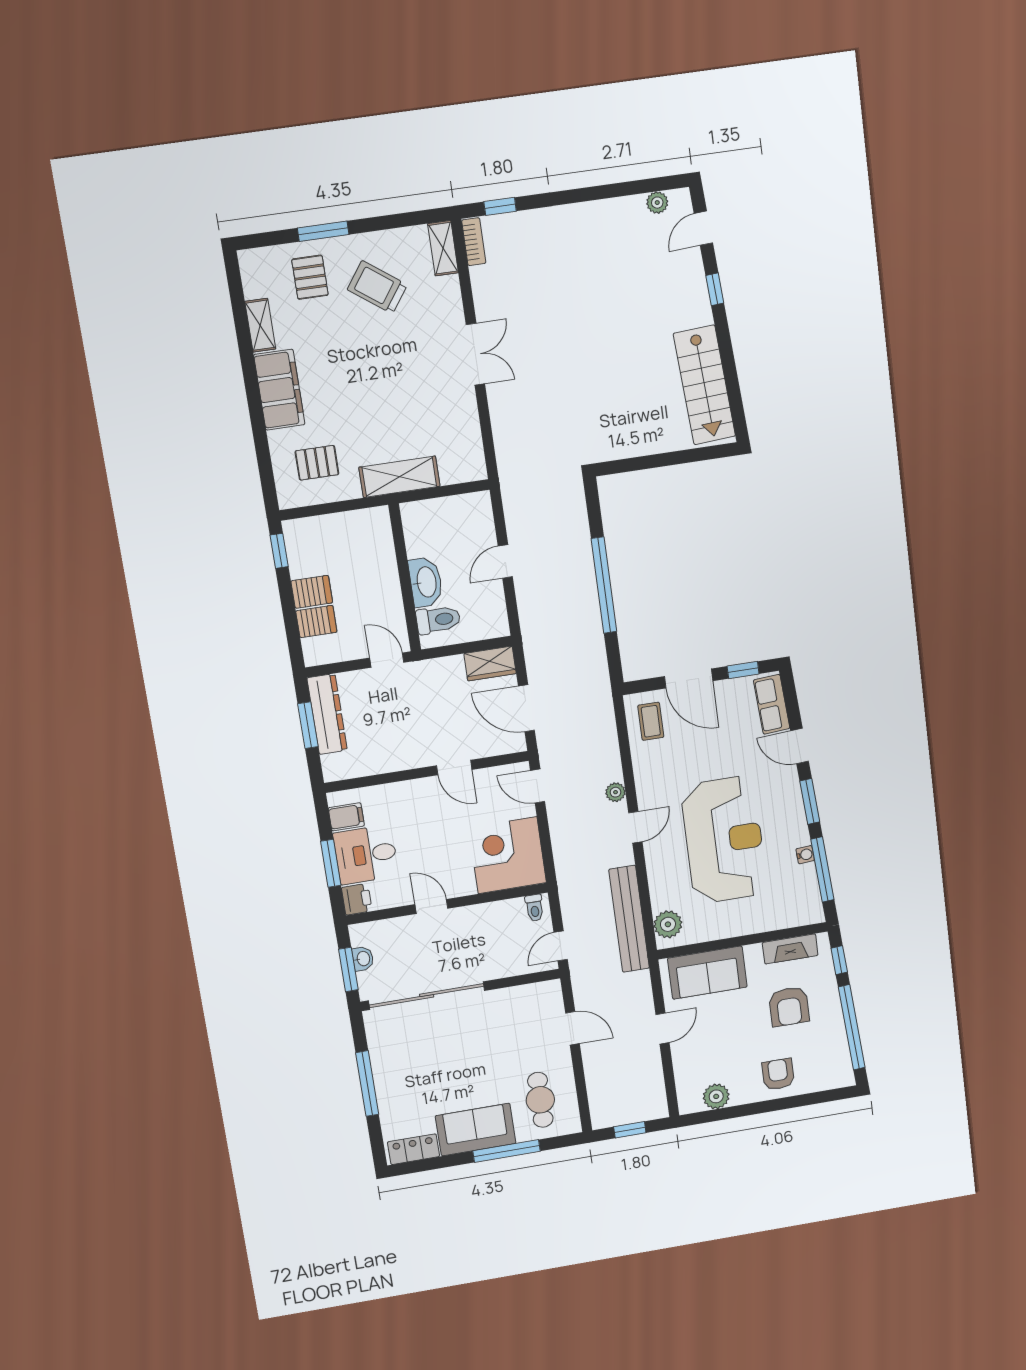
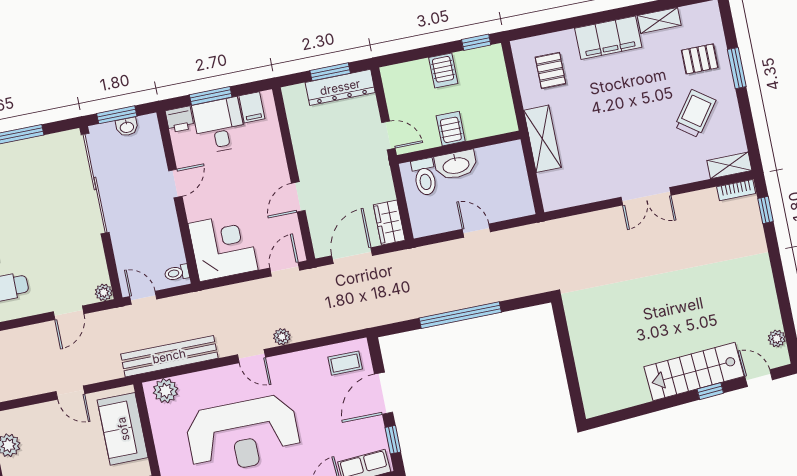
stairs: (704, 385) -> (694, 372), moved
server rack: (316, 622) -> (451, 129), moved, turned 180
door: (387, 660) -> (388, 135), hinge flipped
plant: (552, 989) -> (104, 292), added

